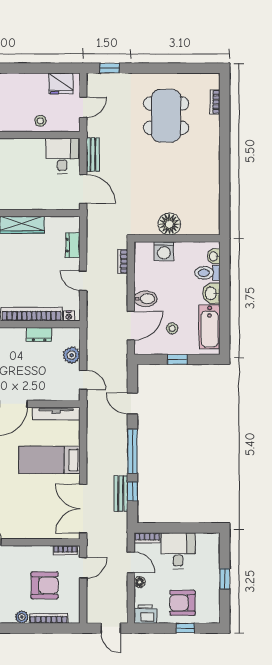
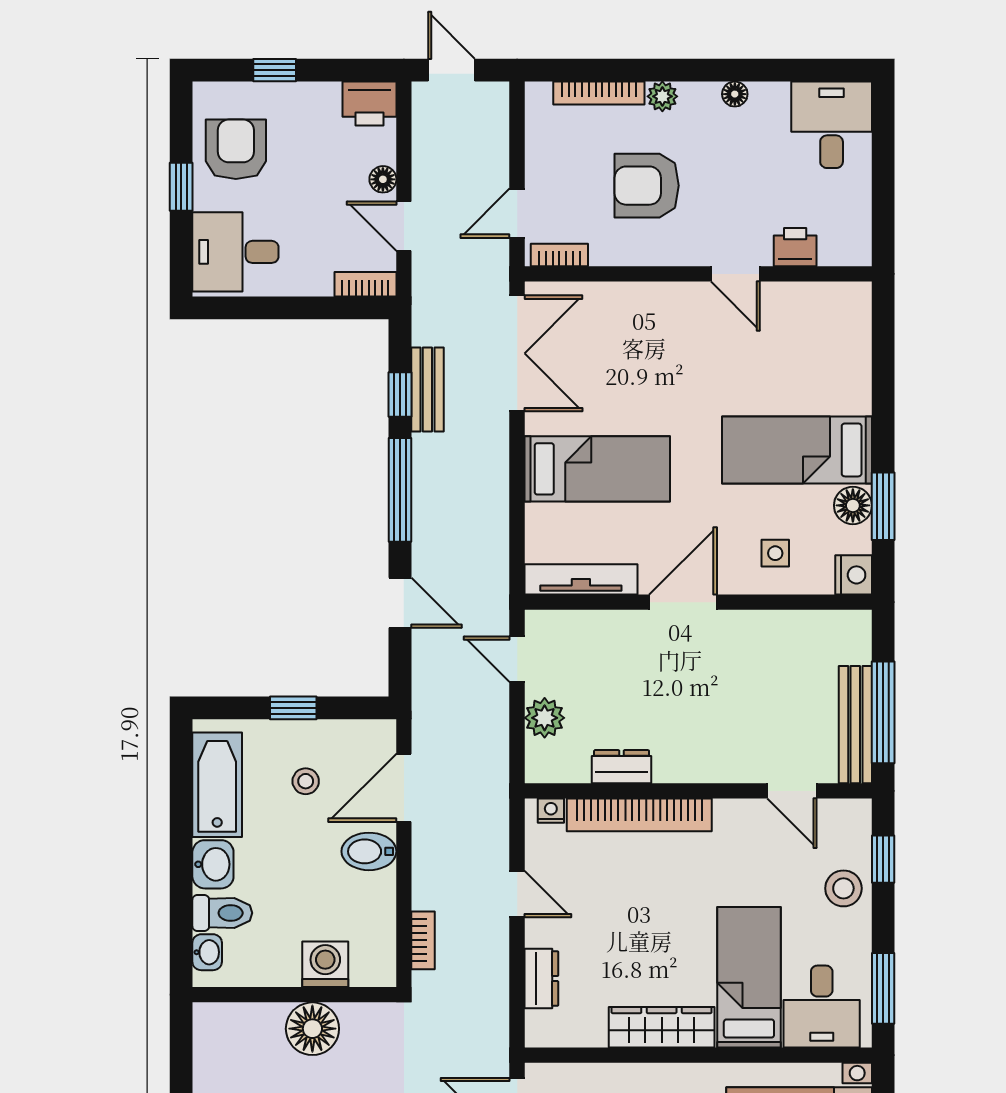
desk: (178, 551) -> (235, 252), moved, turned 90
armchair: (45, 585) -> (647, 186), moved
armchair: (183, 603) -> (236, 149), moved, turned -90

